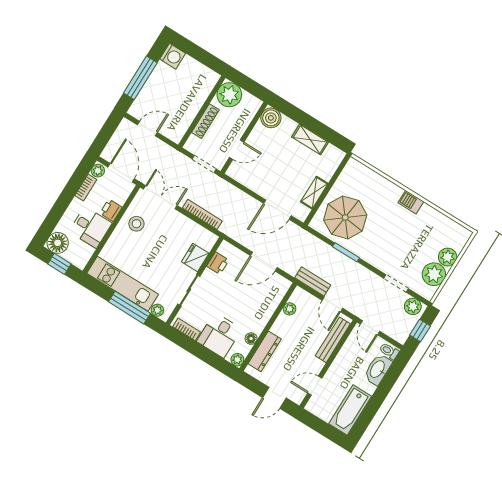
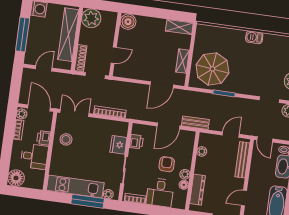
shelving: (194, 102) -> (68, 35), added
shoe rack: (205, 121) -> (81, 58), moved
shelving: (310, 140) -> (179, 27), moved
window: (59, 264) -> (24, 192), removed
bench: (313, 281) -> (195, 123), moved
door: (332, 304) -> (231, 135), swing flipped
armchair: (242, 305) -> (167, 164), added
plant: (237, 360) -> (185, 174), moved

